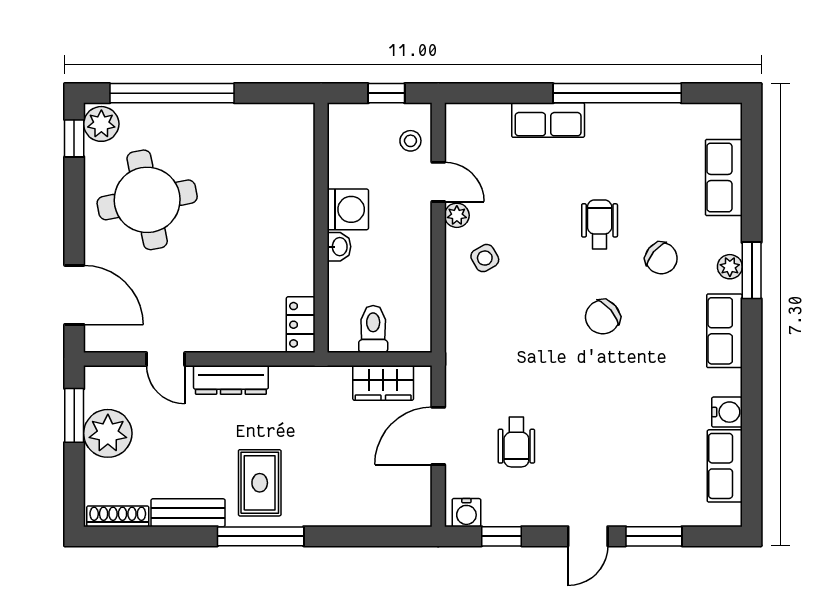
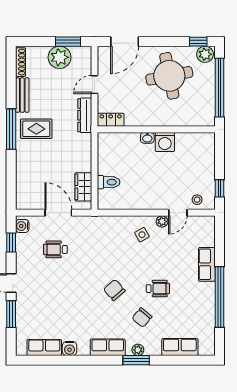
washing machine: (348, 209) -> (165, 142), moved
wall: (321, 228) -> (156, 129), moved
washbasin: (339, 247) -> (147, 138), moved
locker: (301, 325) -> (111, 120), moved

